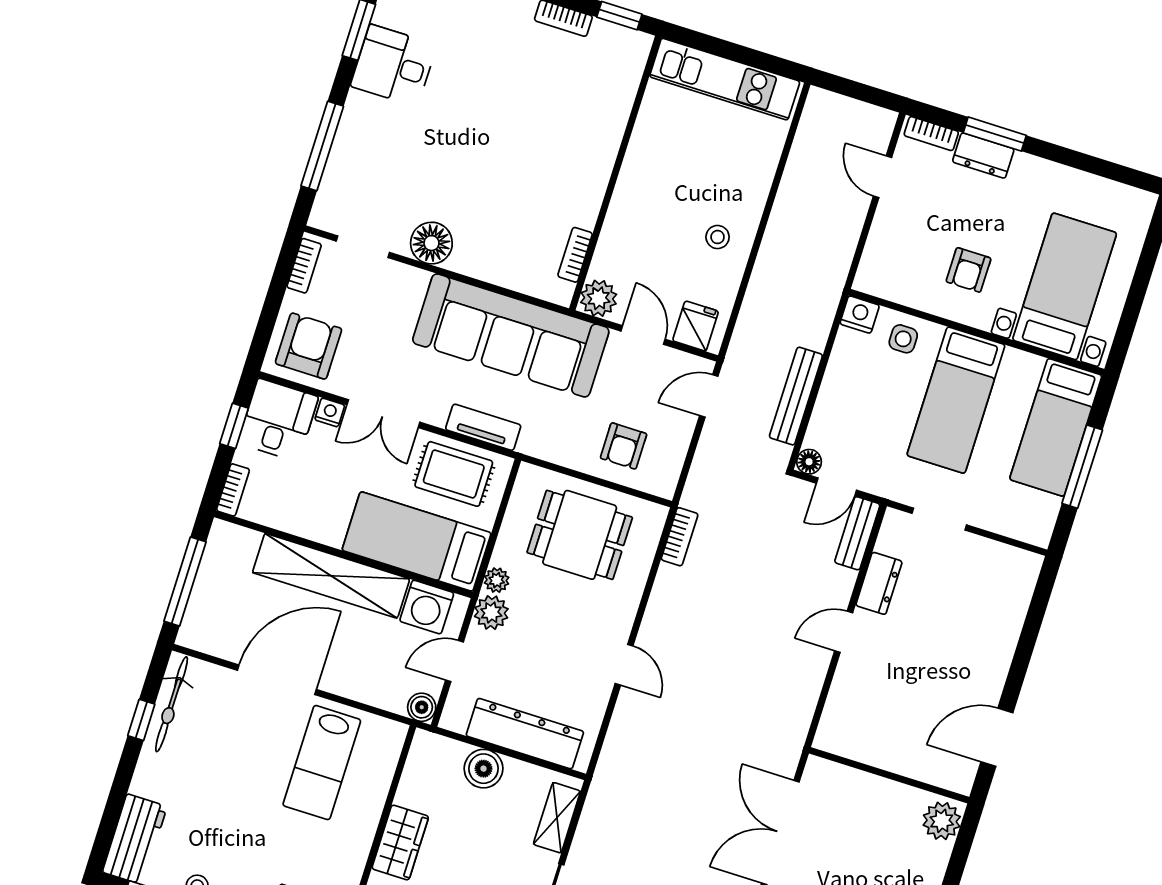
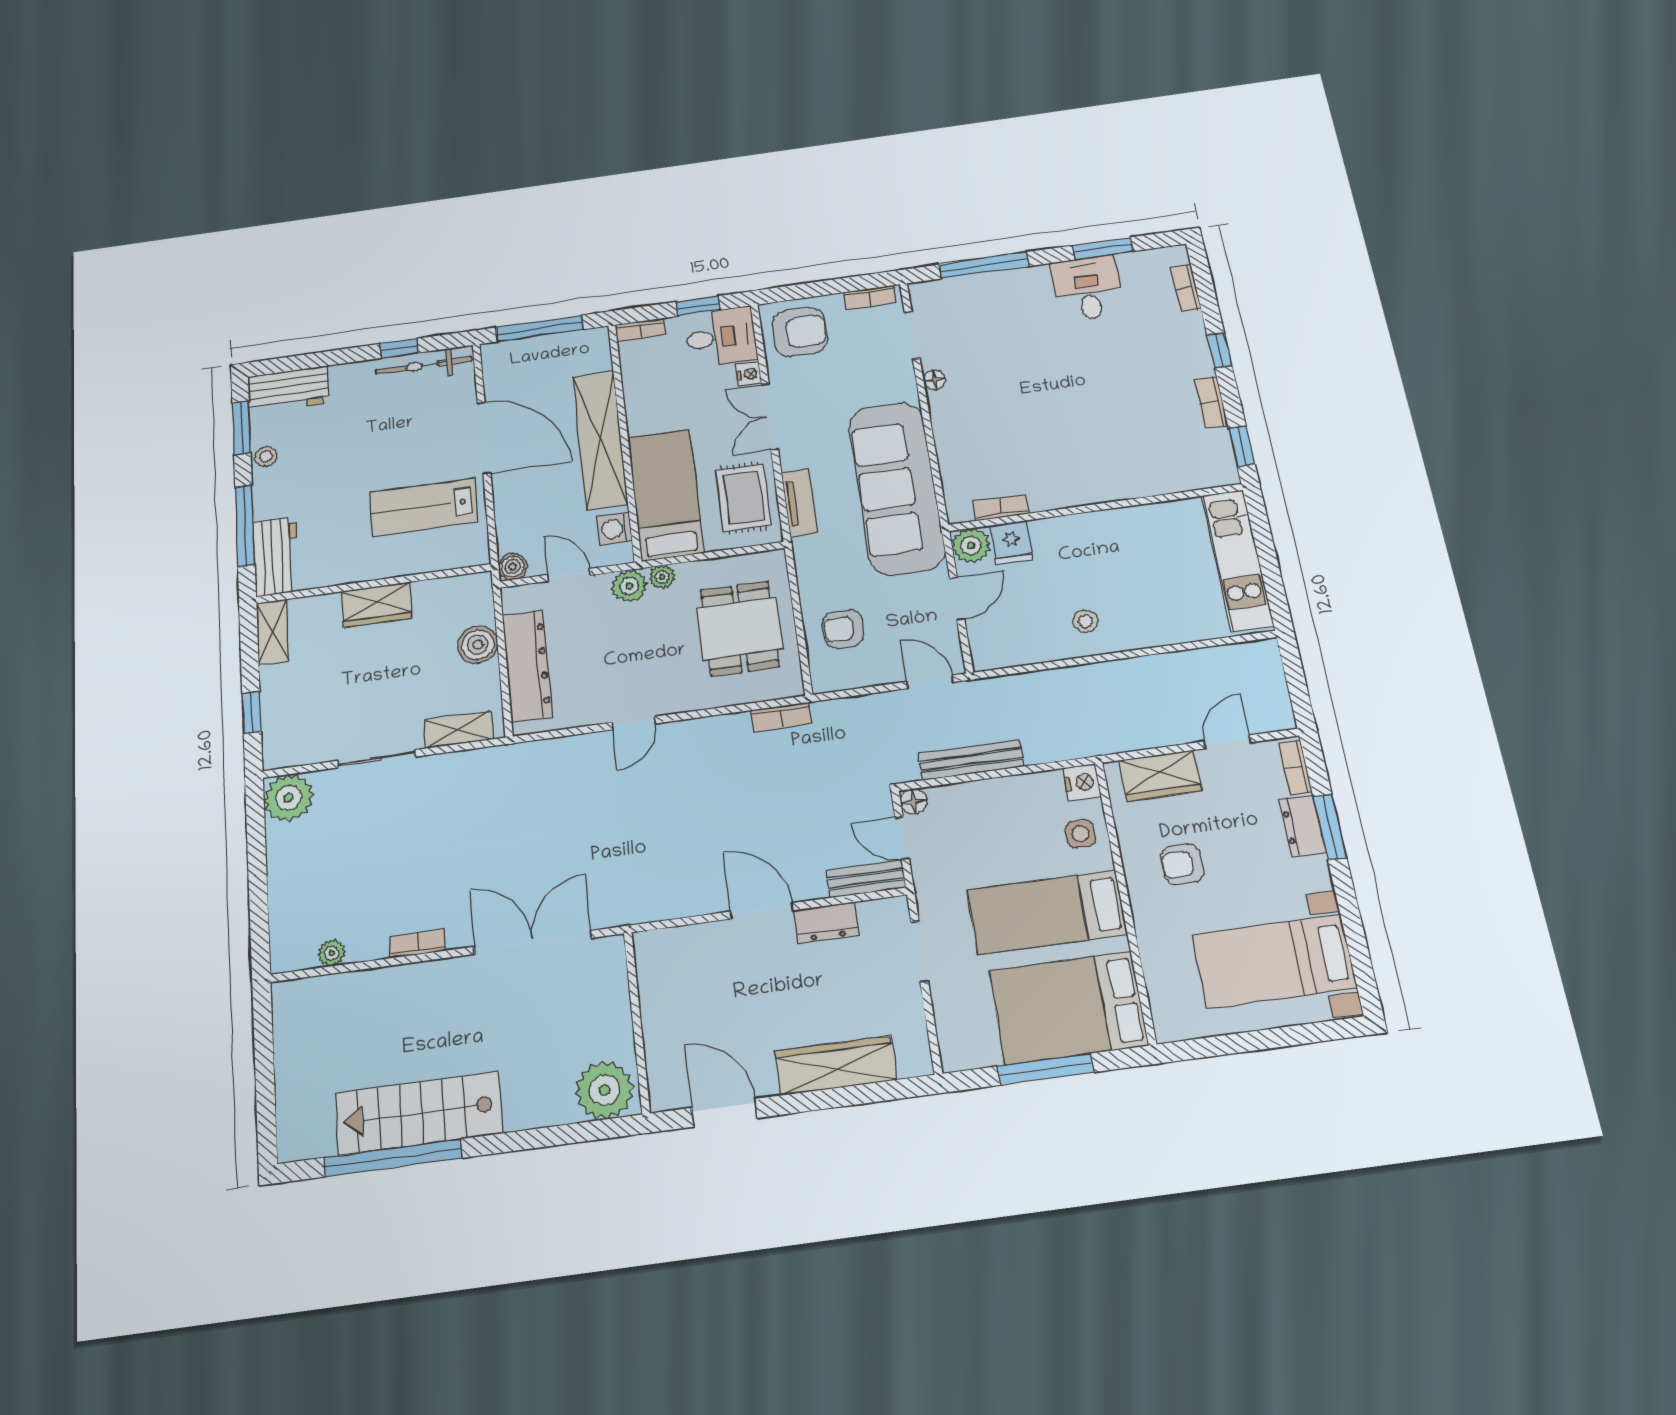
floor lamp: (431, 243) -> (934, 380), width x0.53, depth x0.53
wardrobe: (885, 247) -> (1160, 776), added
bed with nightstands: (1065, 286) -> (1274, 961), moved, turned 180
fridge: (696, 326) -> (1011, 542), moved, turned 90
bed: (1056, 427) -> (1068, 1008), width x1.50
washing machine: (427, 607) -> (615, 529), width x0.73, depth x0.73
wardrobe: (1001, 631) -> (836, 1065), added
door: (844, 632) -> (762, 911), width x1.38
plant: (942, 821) -> (604, 1090), width x1.36, depth x1.36

